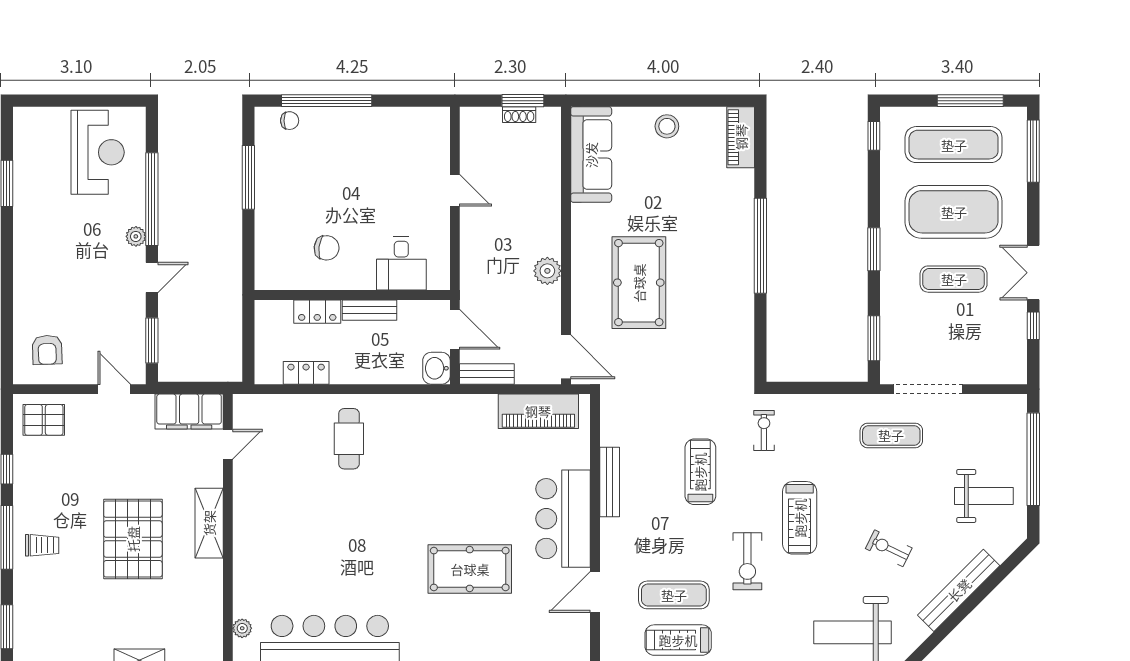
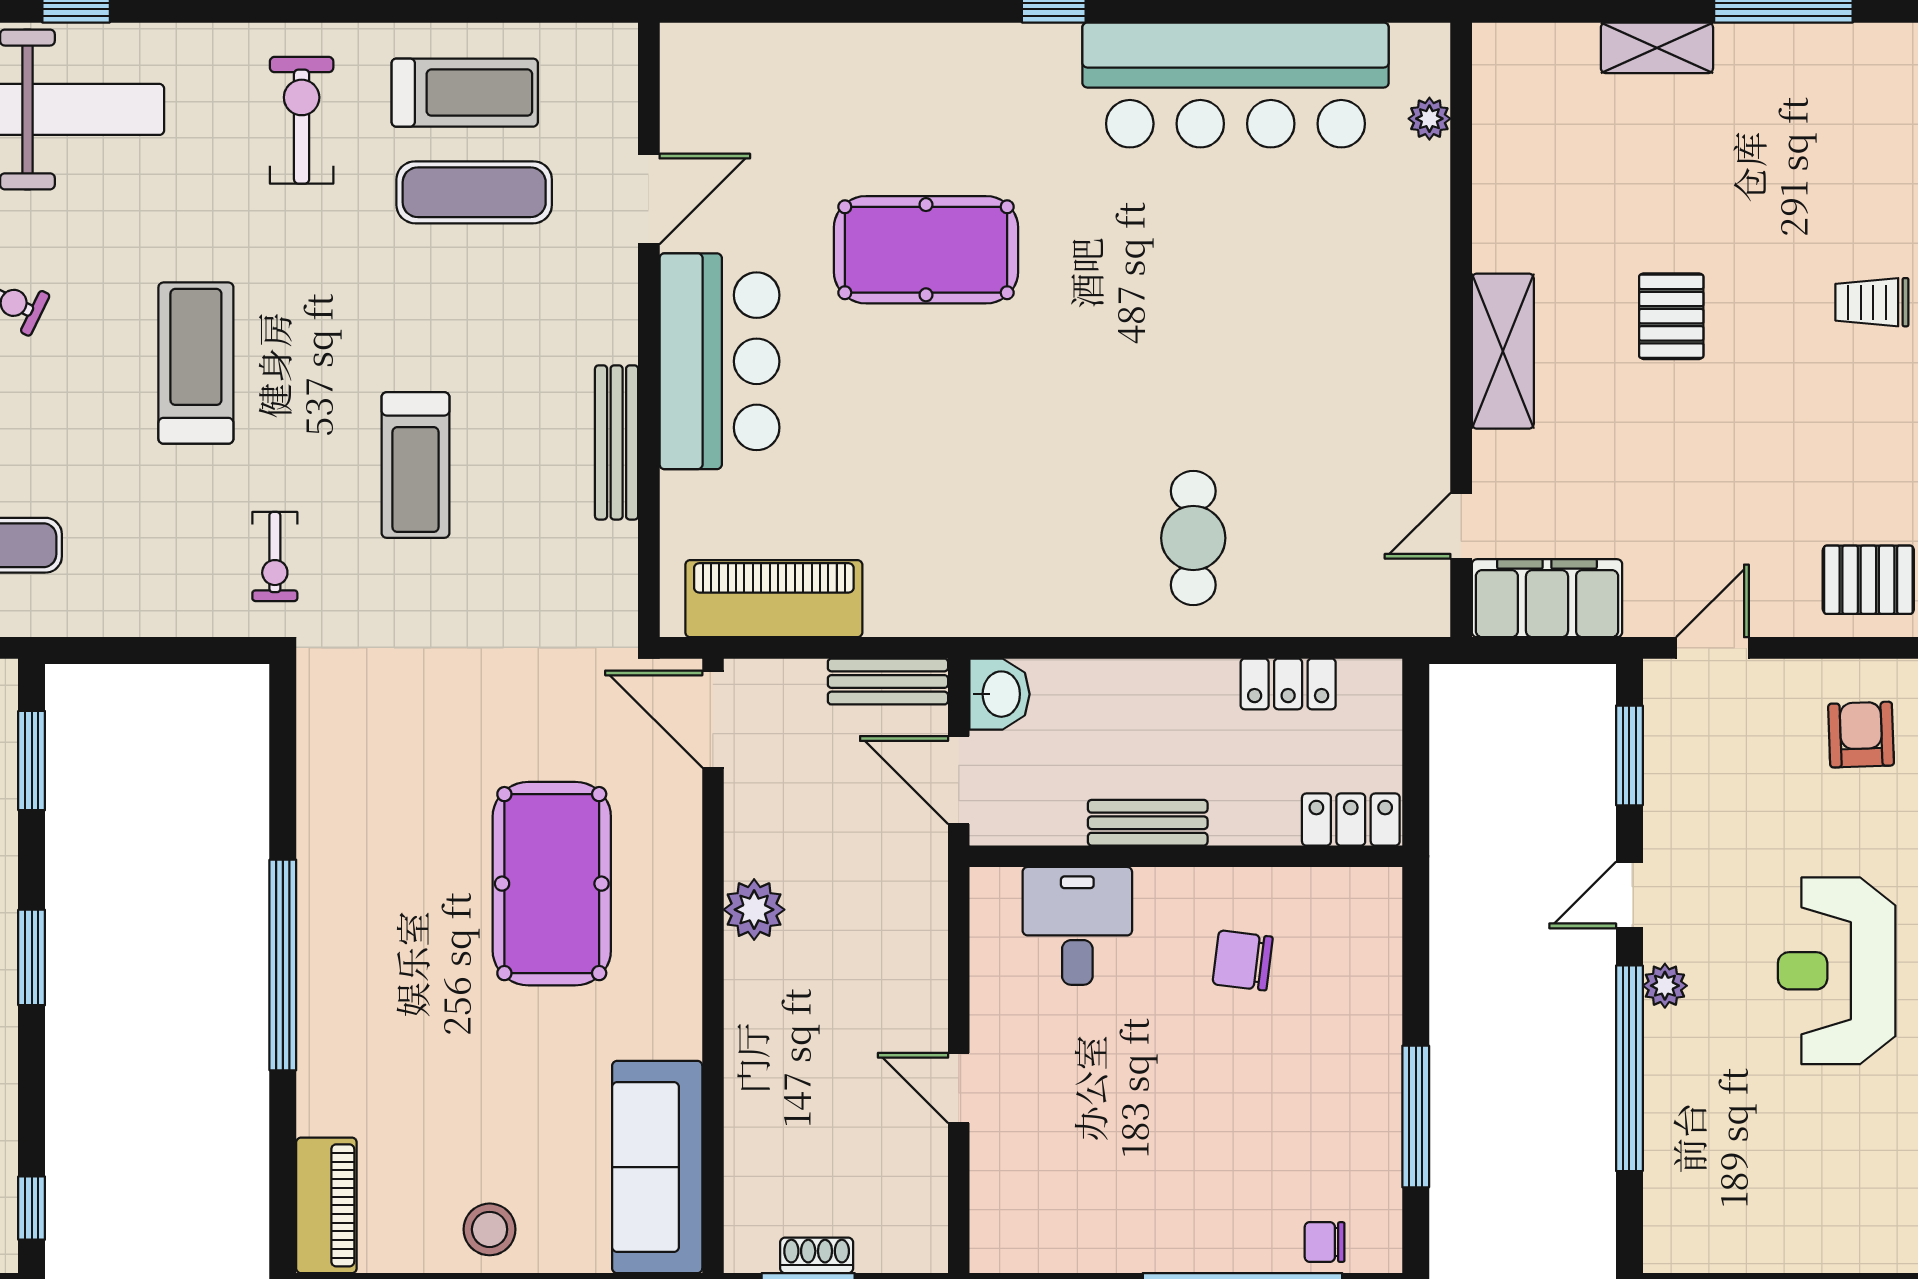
reception desk: (98, 152) -> (1837, 971), moved
locker: (317, 312) -> (1351, 820), moved
door: (114, 389) -> (1712, 648), swing flipped
pallet: (133, 539) -> (1671, 316), width x0.49, depth x0.50
exercise bike: (747, 561) -> (302, 120), moved

